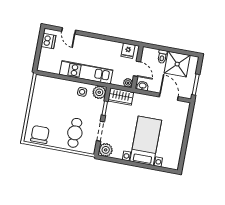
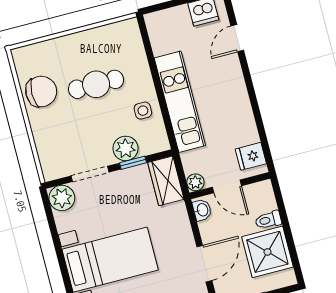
door: (137, 69) -> (227, 186), hinge flipped
plant: (99, 92) -> (126, 148), moved
cafe table: (75, 133) -> (96, 84), moved
chair: (40, 134) -> (41, 92), moved

